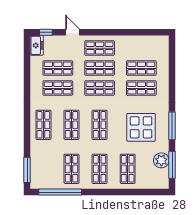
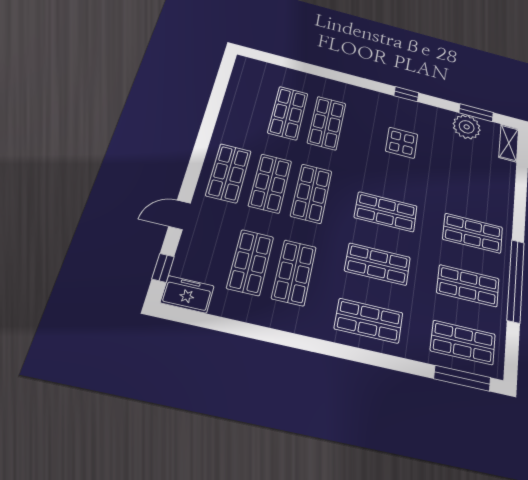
window: (172, 126) -> (406, 94), width x0.46
display table: (141, 127) -> (402, 143), width x0.54, depth x0.54
window: (172, 165) -> (476, 113), width x0.69
shop shelf: (128, 169) -> (463, 342), moved
shelving: (158, 184) -> (509, 143), added
window: (60, 192) -> (516, 281), moved

